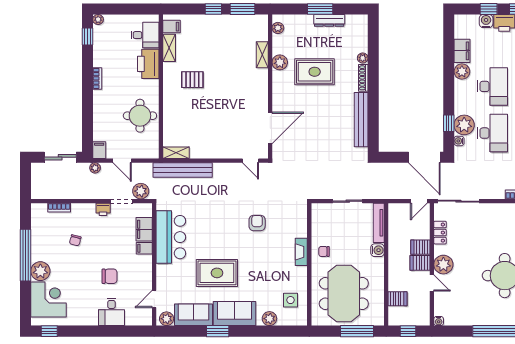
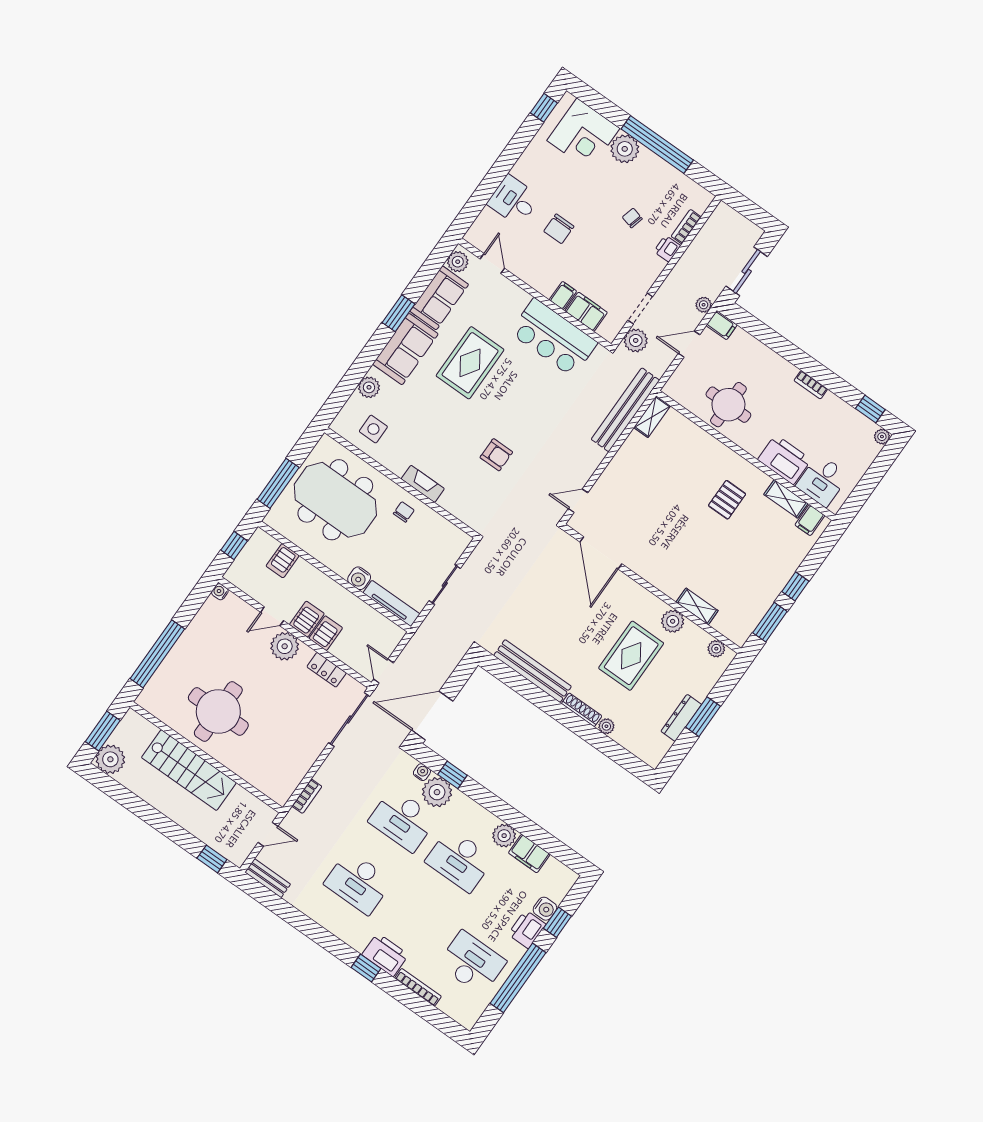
printer: (103, 209) -> (667, 249), moved

